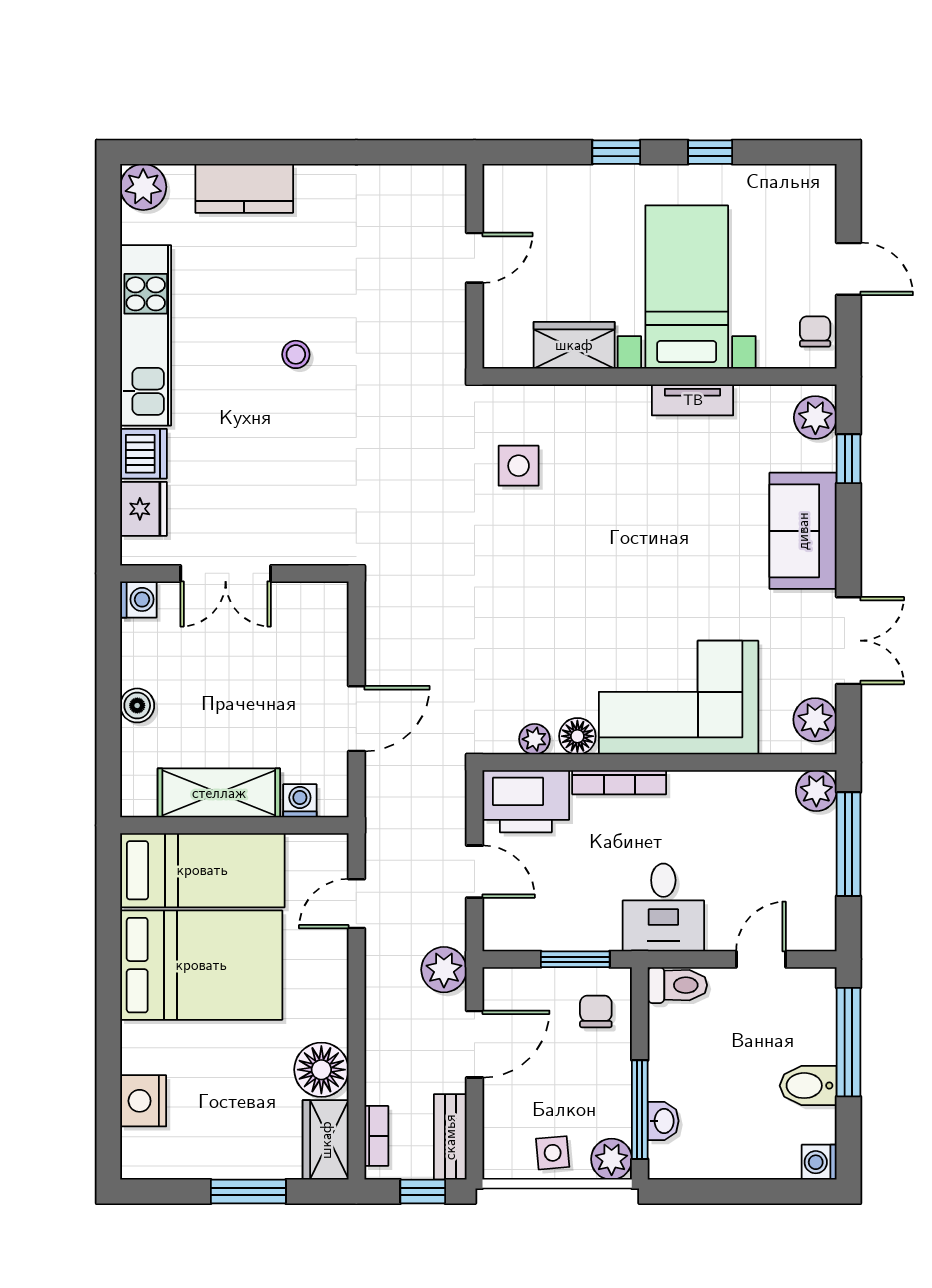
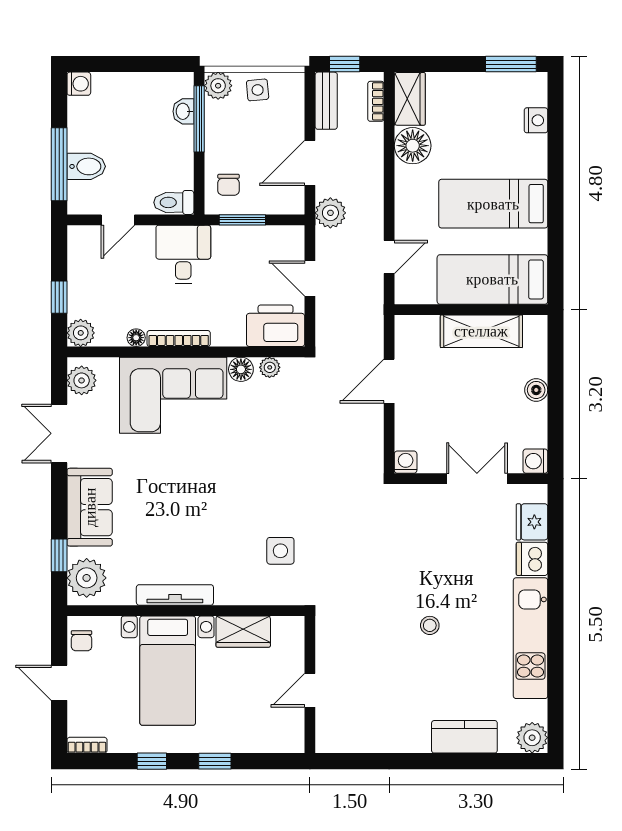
bookcase: (807, 176) -> (87, 745), added
tv unit: (693, 400) -> (175, 595), width x1.41
plant: (815, 418) -> (87, 578), width x1.36, depth x1.36
bookcase: (619, 782) -> (179, 338), moved
floor lamp: (734, 784) -> (136, 338), added
washing machine: (300, 801) -> (406, 462), moved, turned 180
window: (849, 844) -> (59, 297), width x0.46
bed: (201, 965) -> (493, 204), width x0.67
bidet: (808, 1086) -> (86, 166), moved
nightstand: (143, 1101) -> (536, 120), width x0.74, depth x0.75
window: (248, 1191) -> (511, 64), moved

